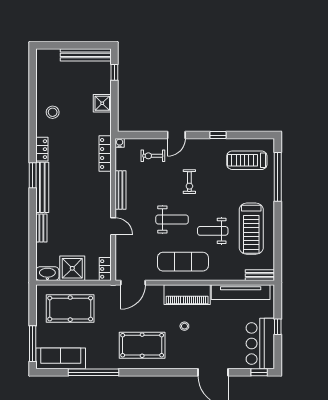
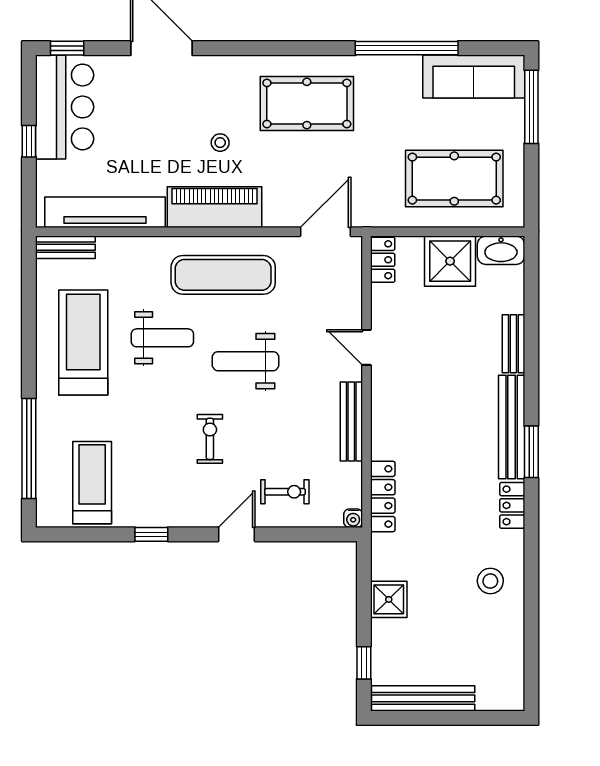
treadmill: (247, 160) -> (92, 483), turned -90

